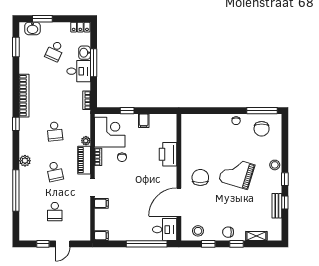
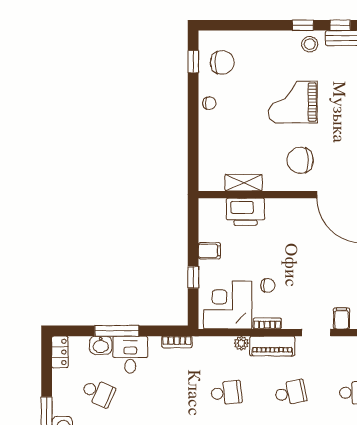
window: (262, 111) -> (193, 62), width x0.46
shelving: (186, 142) -> (244, 183), added
printer: (168, 154) -> (245, 212), moved
stool: (275, 165) -> (310, 44), moved
grand piano: (237, 173) -> (293, 102), turned 73

